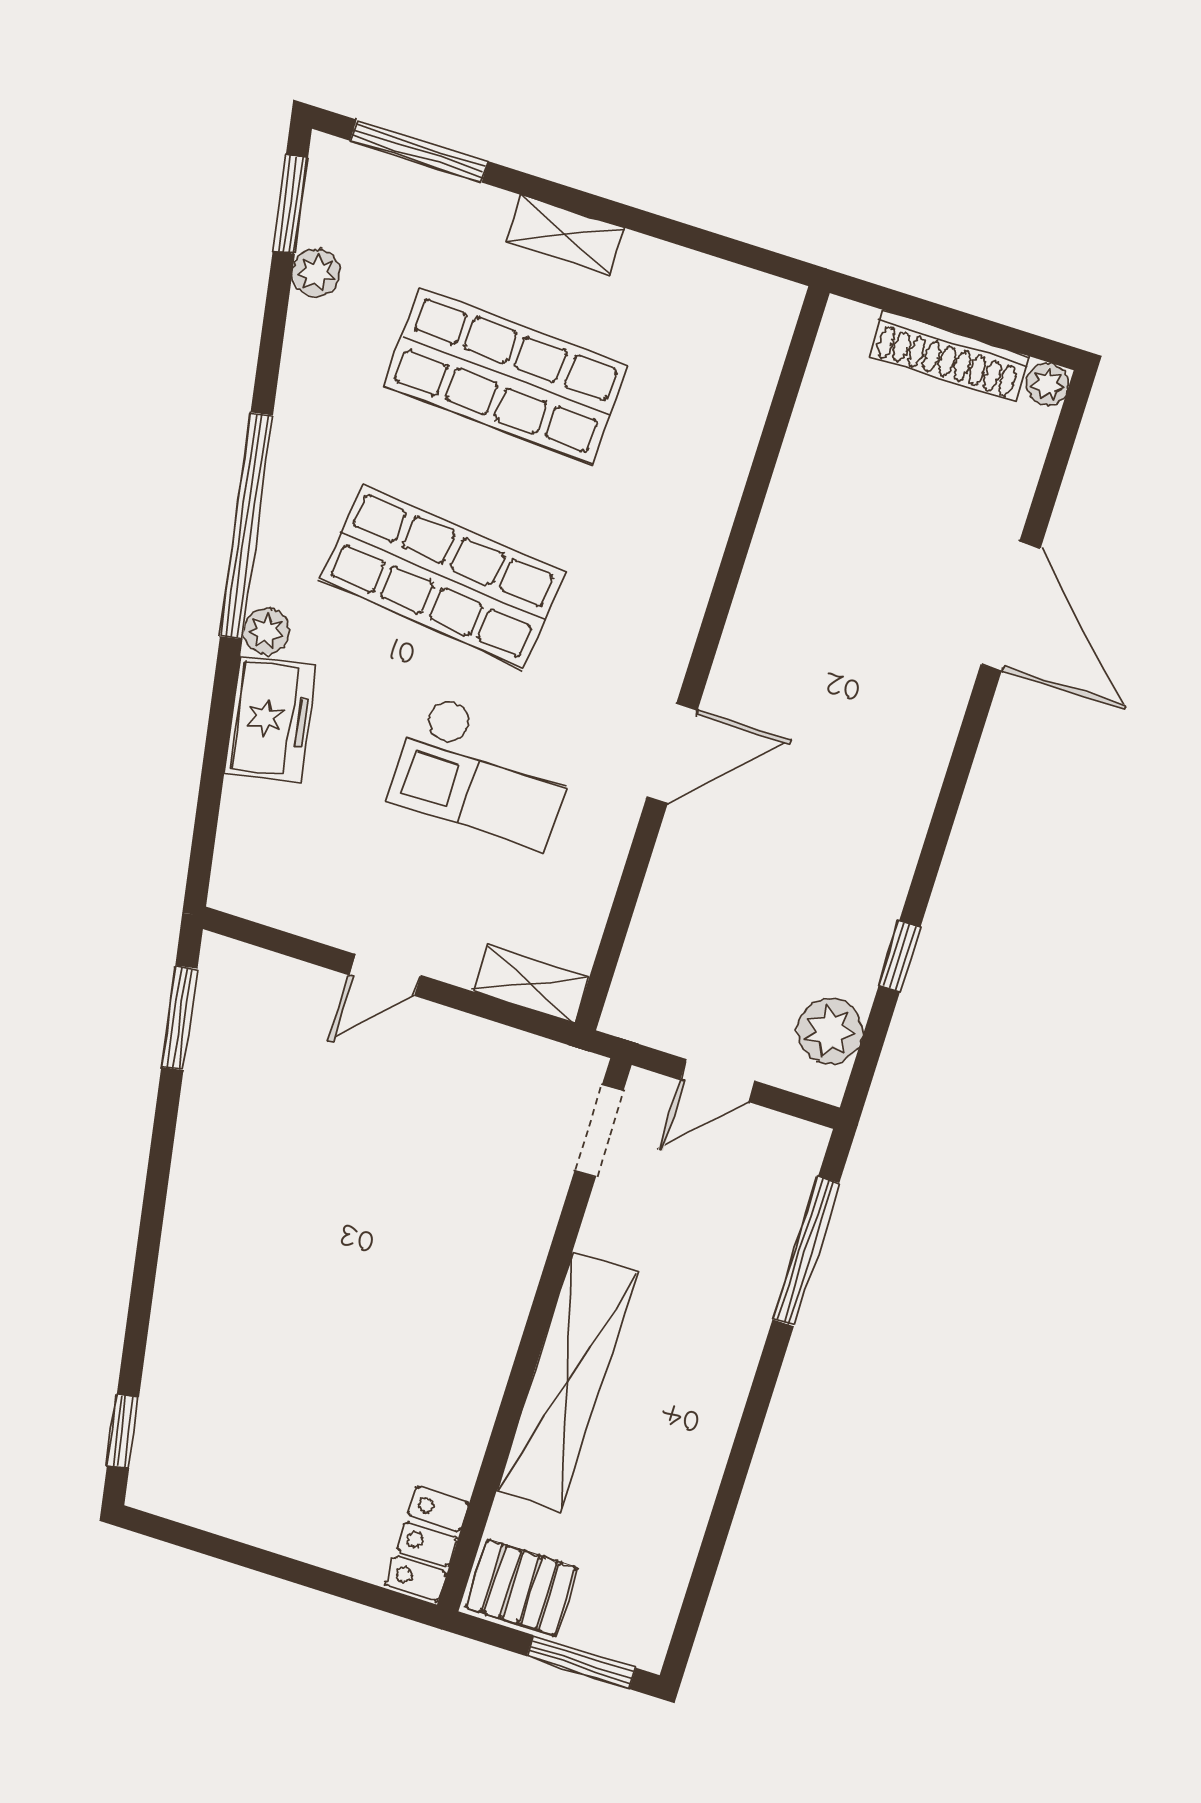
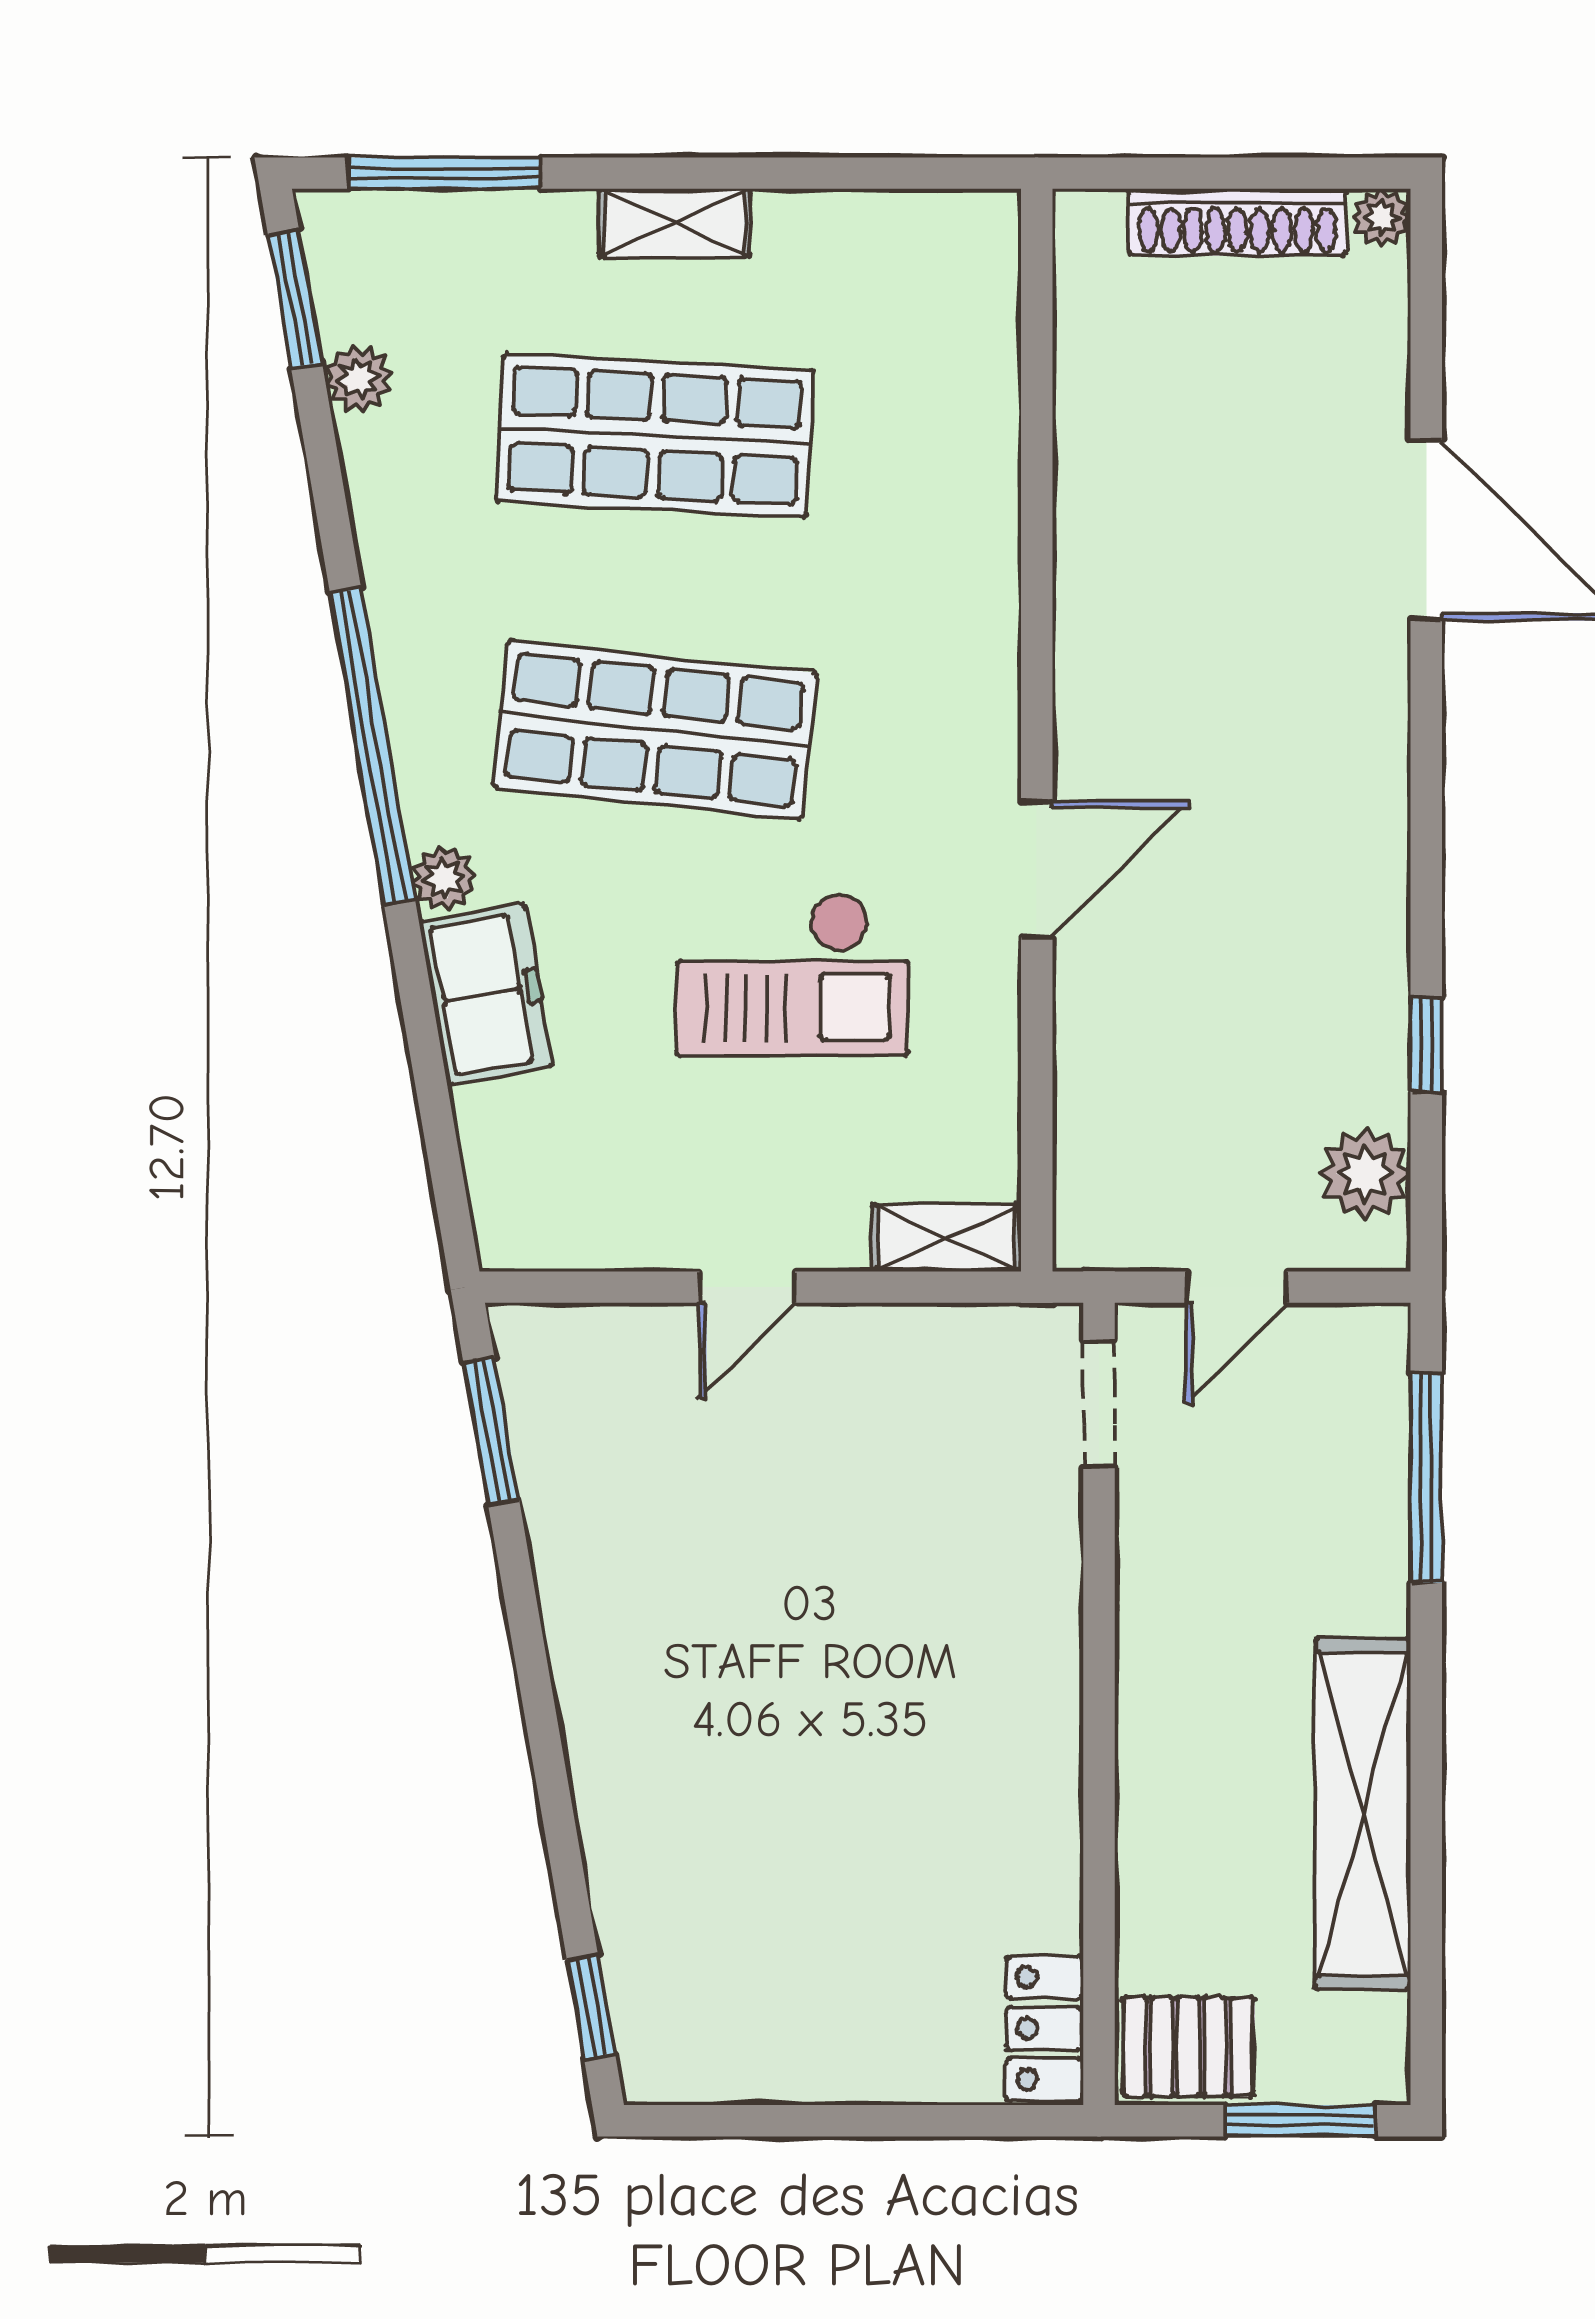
shelving: (567, 1381) -> (1363, 1814), moved

